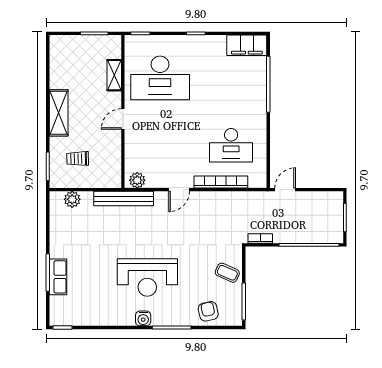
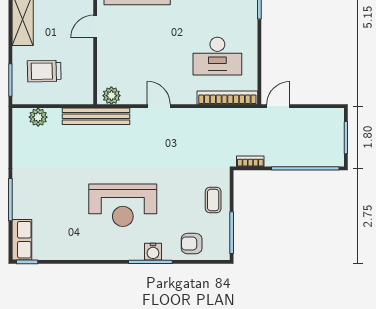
trolley: (78, 159) -> (44, 71), width x1.36, depth x1.39
bookcase: (221, 182) -> (227, 98), moved
door: (179, 190) -> (159, 106), swing flipped
coffee table: (227, 273) -> (213, 200), turned 66
row of seats: (58, 277) -> (22, 240), moved
armchair: (208, 311) -> (192, 244), turned -77
water cooler: (143, 318) -> (153, 252), moved

